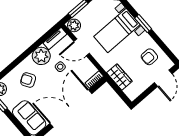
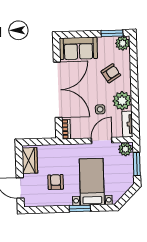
armchair: (149, 57) -> (56, 182), moved
wardrobe: (119, 77) -> (30, 161), moved, turned -90

